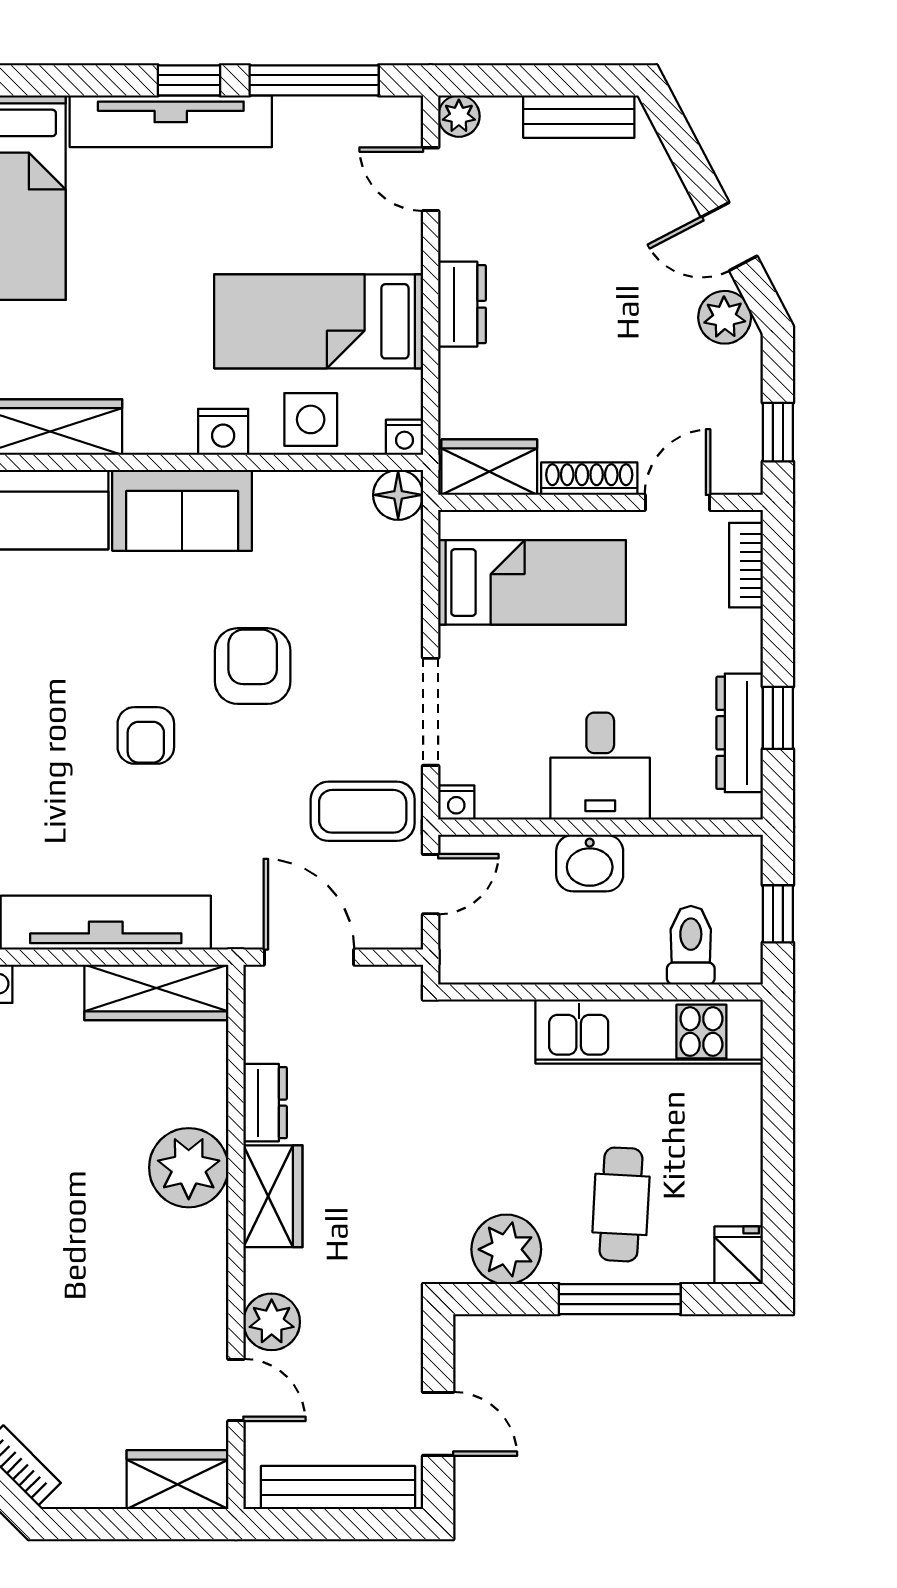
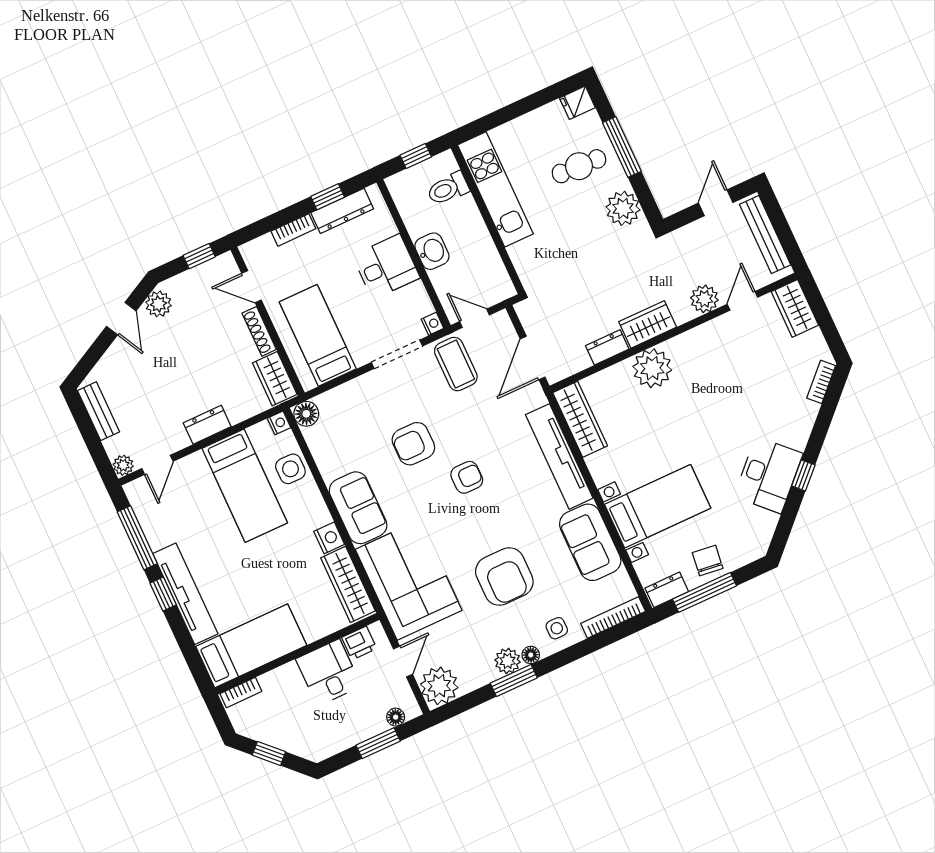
nightstand: (223, 432) -> (329, 538), moved
bookcase: (746, 565) -> (293, 230), moved

